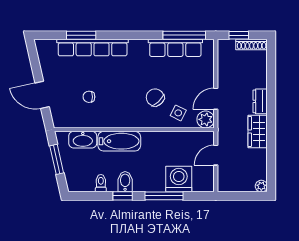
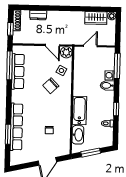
dresser: (260, 101) -> (38, 15), moved
wardrobe: (258, 131) -> (96, 18), moved
door: (216, 155) -> (90, 46), swing flipped
washing machine: (179, 179) -> (110, 75), width x0.53, depth x0.53
bidet: (125, 182) -> (107, 85), moved
window: (164, 196) -> (117, 66), moved

